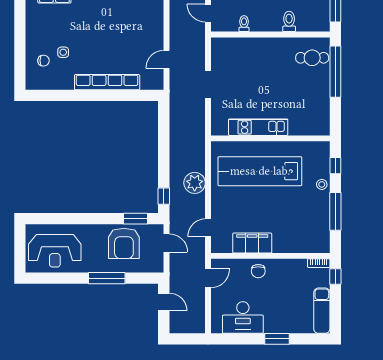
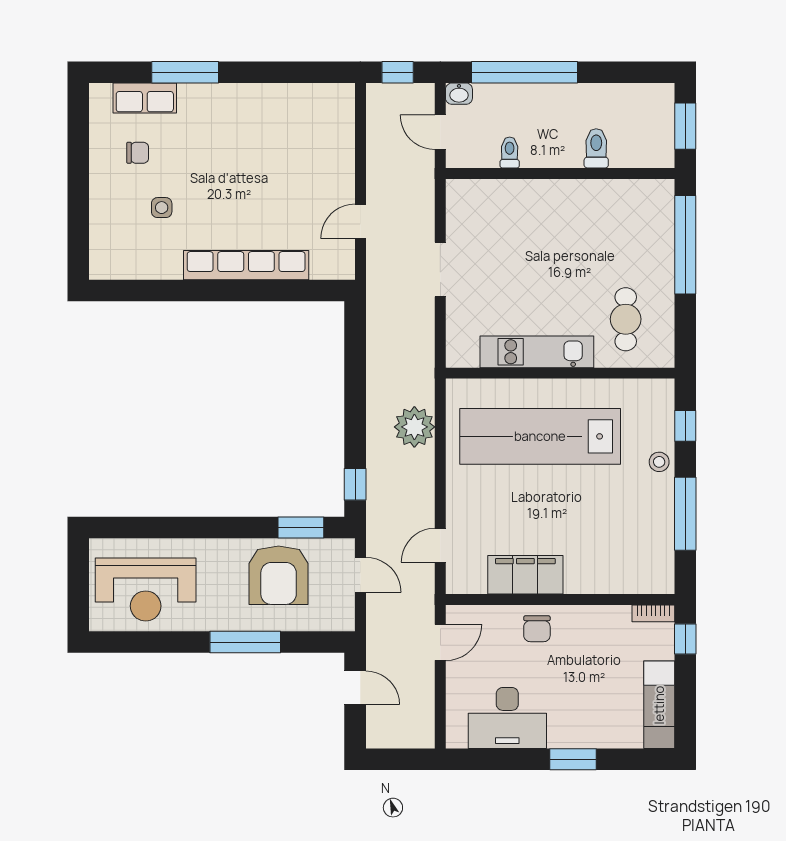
cafe table: (312, 58) -> (626, 319), moved, turned 90
chair: (43, 61) -> (138, 153), moved
plant: (195, 183) -> (414, 427), moved

